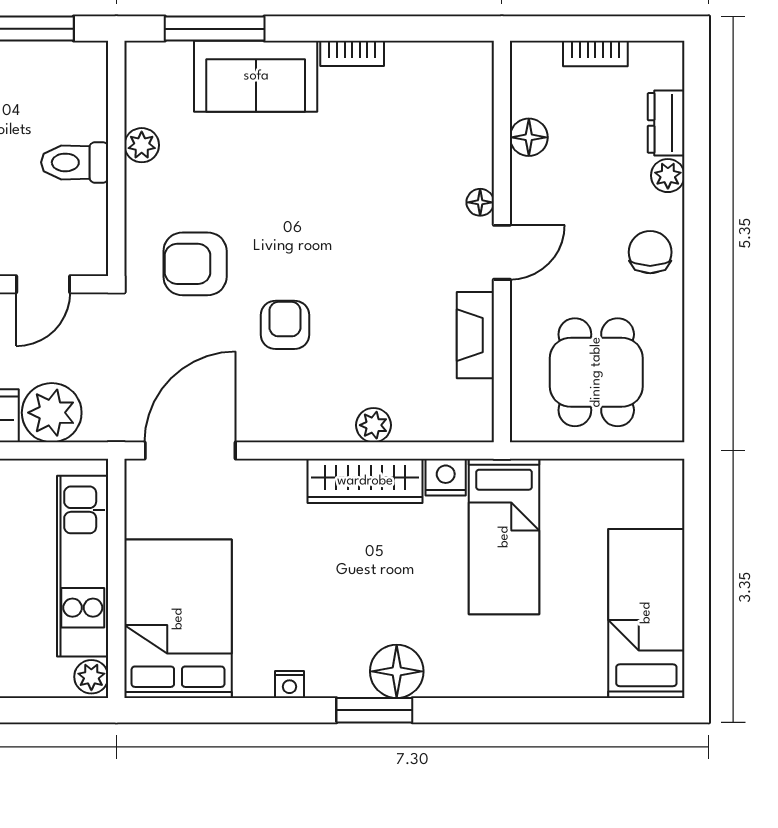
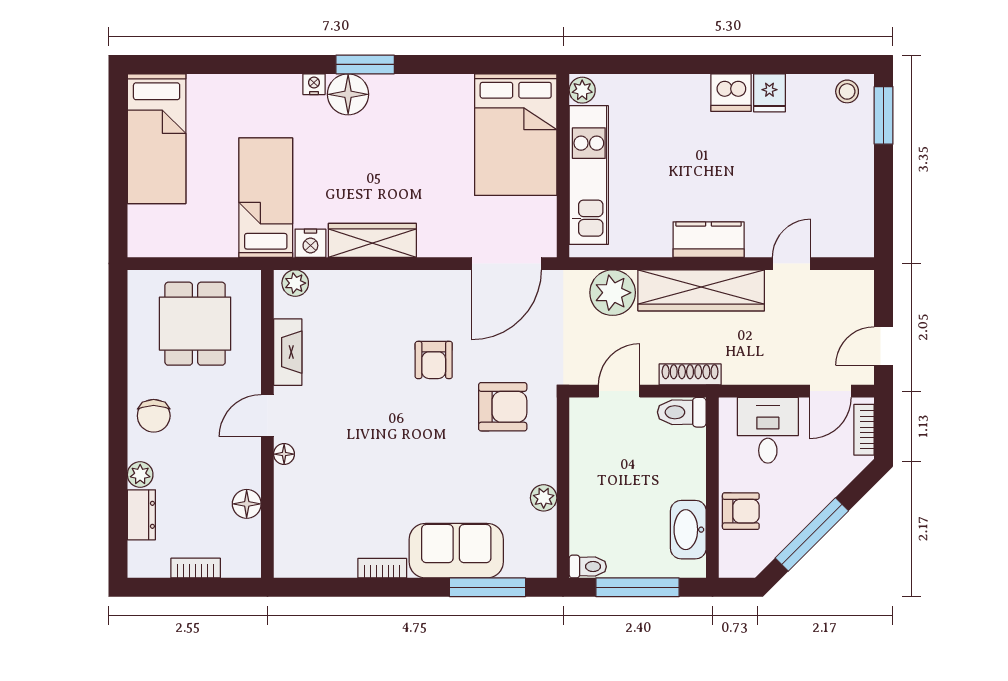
toilet: (75, 162) -> (588, 567), moved, width x0.73, depth x0.72
plant: (374, 425) -> (295, 283), moved
nightstand: (289, 685) -> (314, 84), moved

